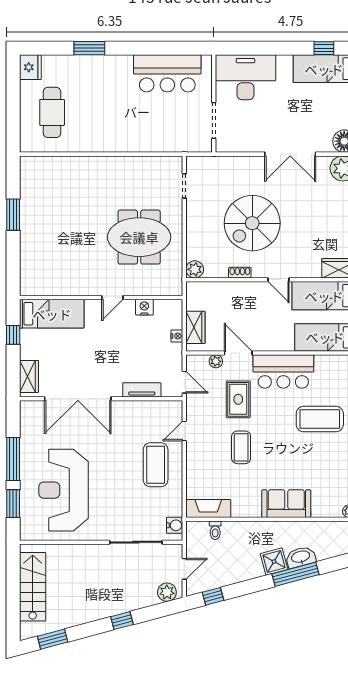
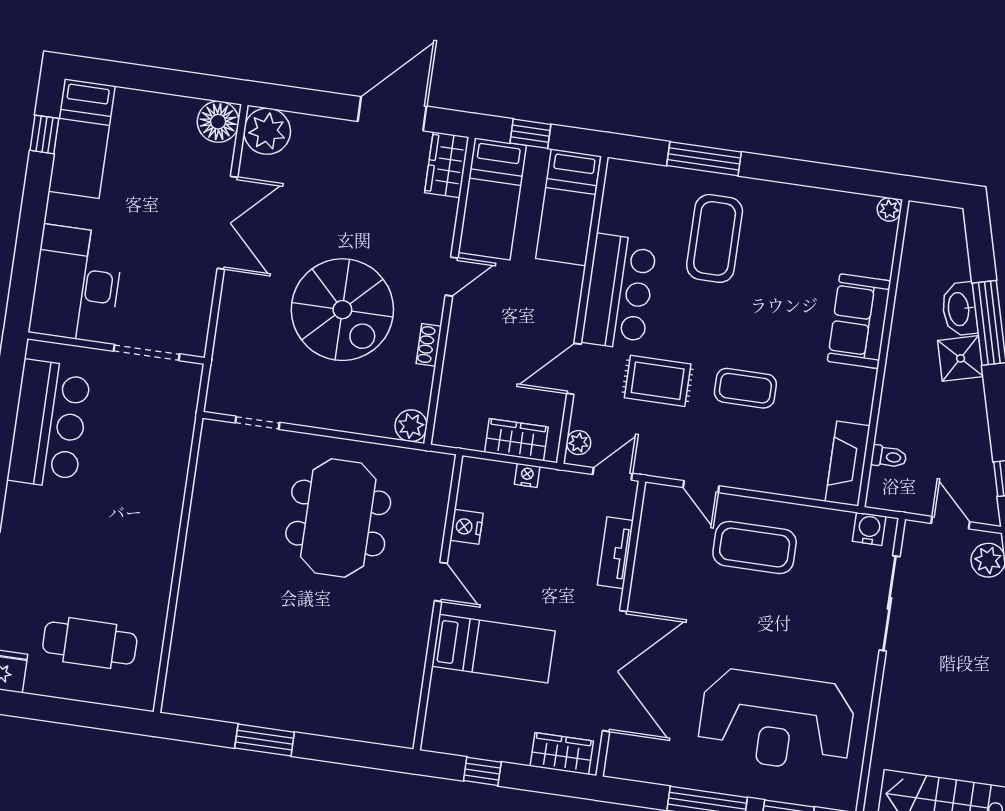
bed: (52, 314) -> (493, 649), moved, turned 90
plant: (216, 361) -> (579, 443), moved

